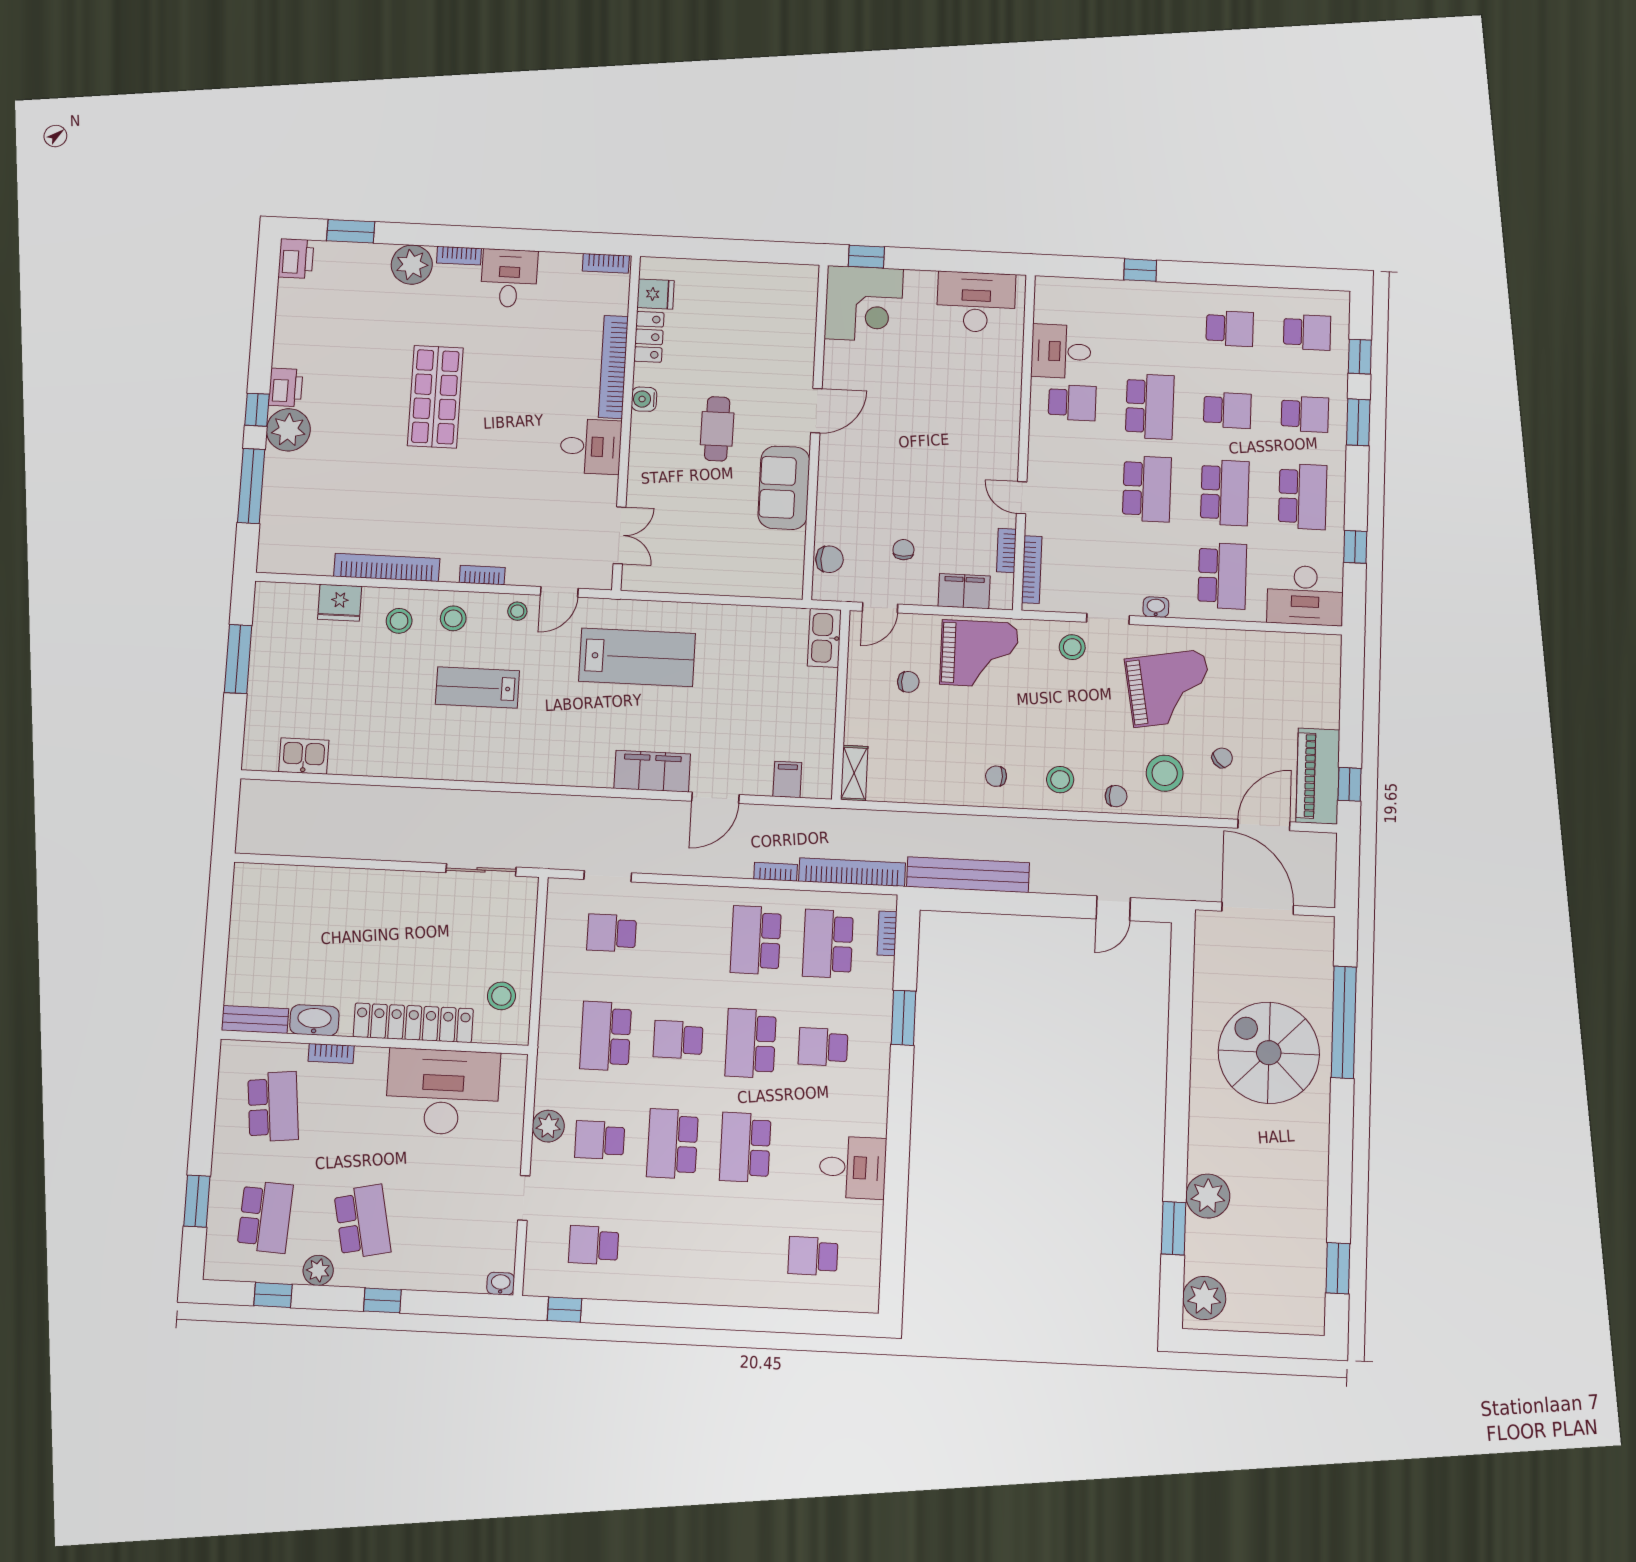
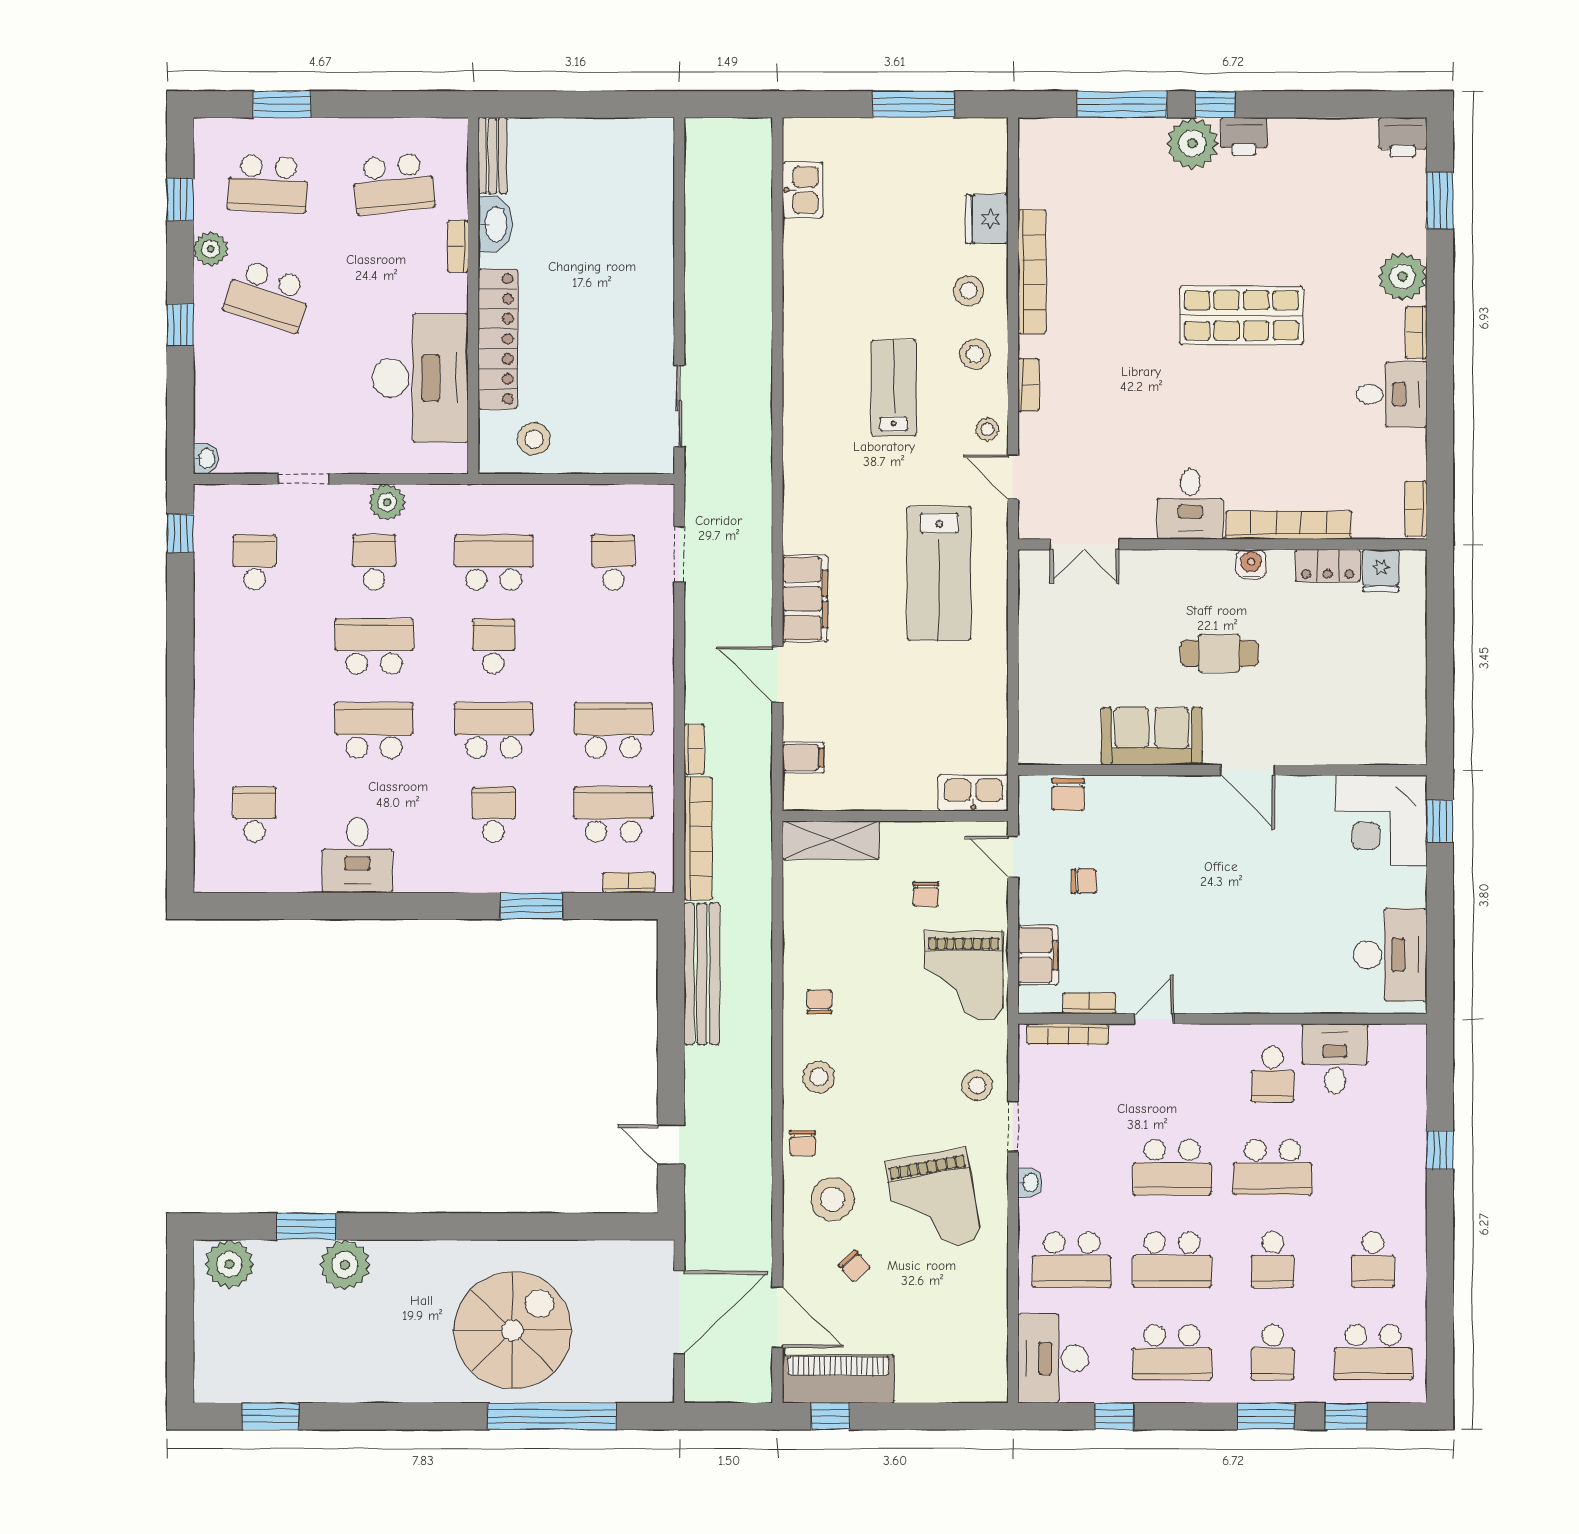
school desk: (1307, 332) -> (1373, 1352), width x1.85
shelving: (854, 773) -> (831, 840), width x1.50, depth x1.33
school desk: (362, 1222) -> (268, 296), turned 30

